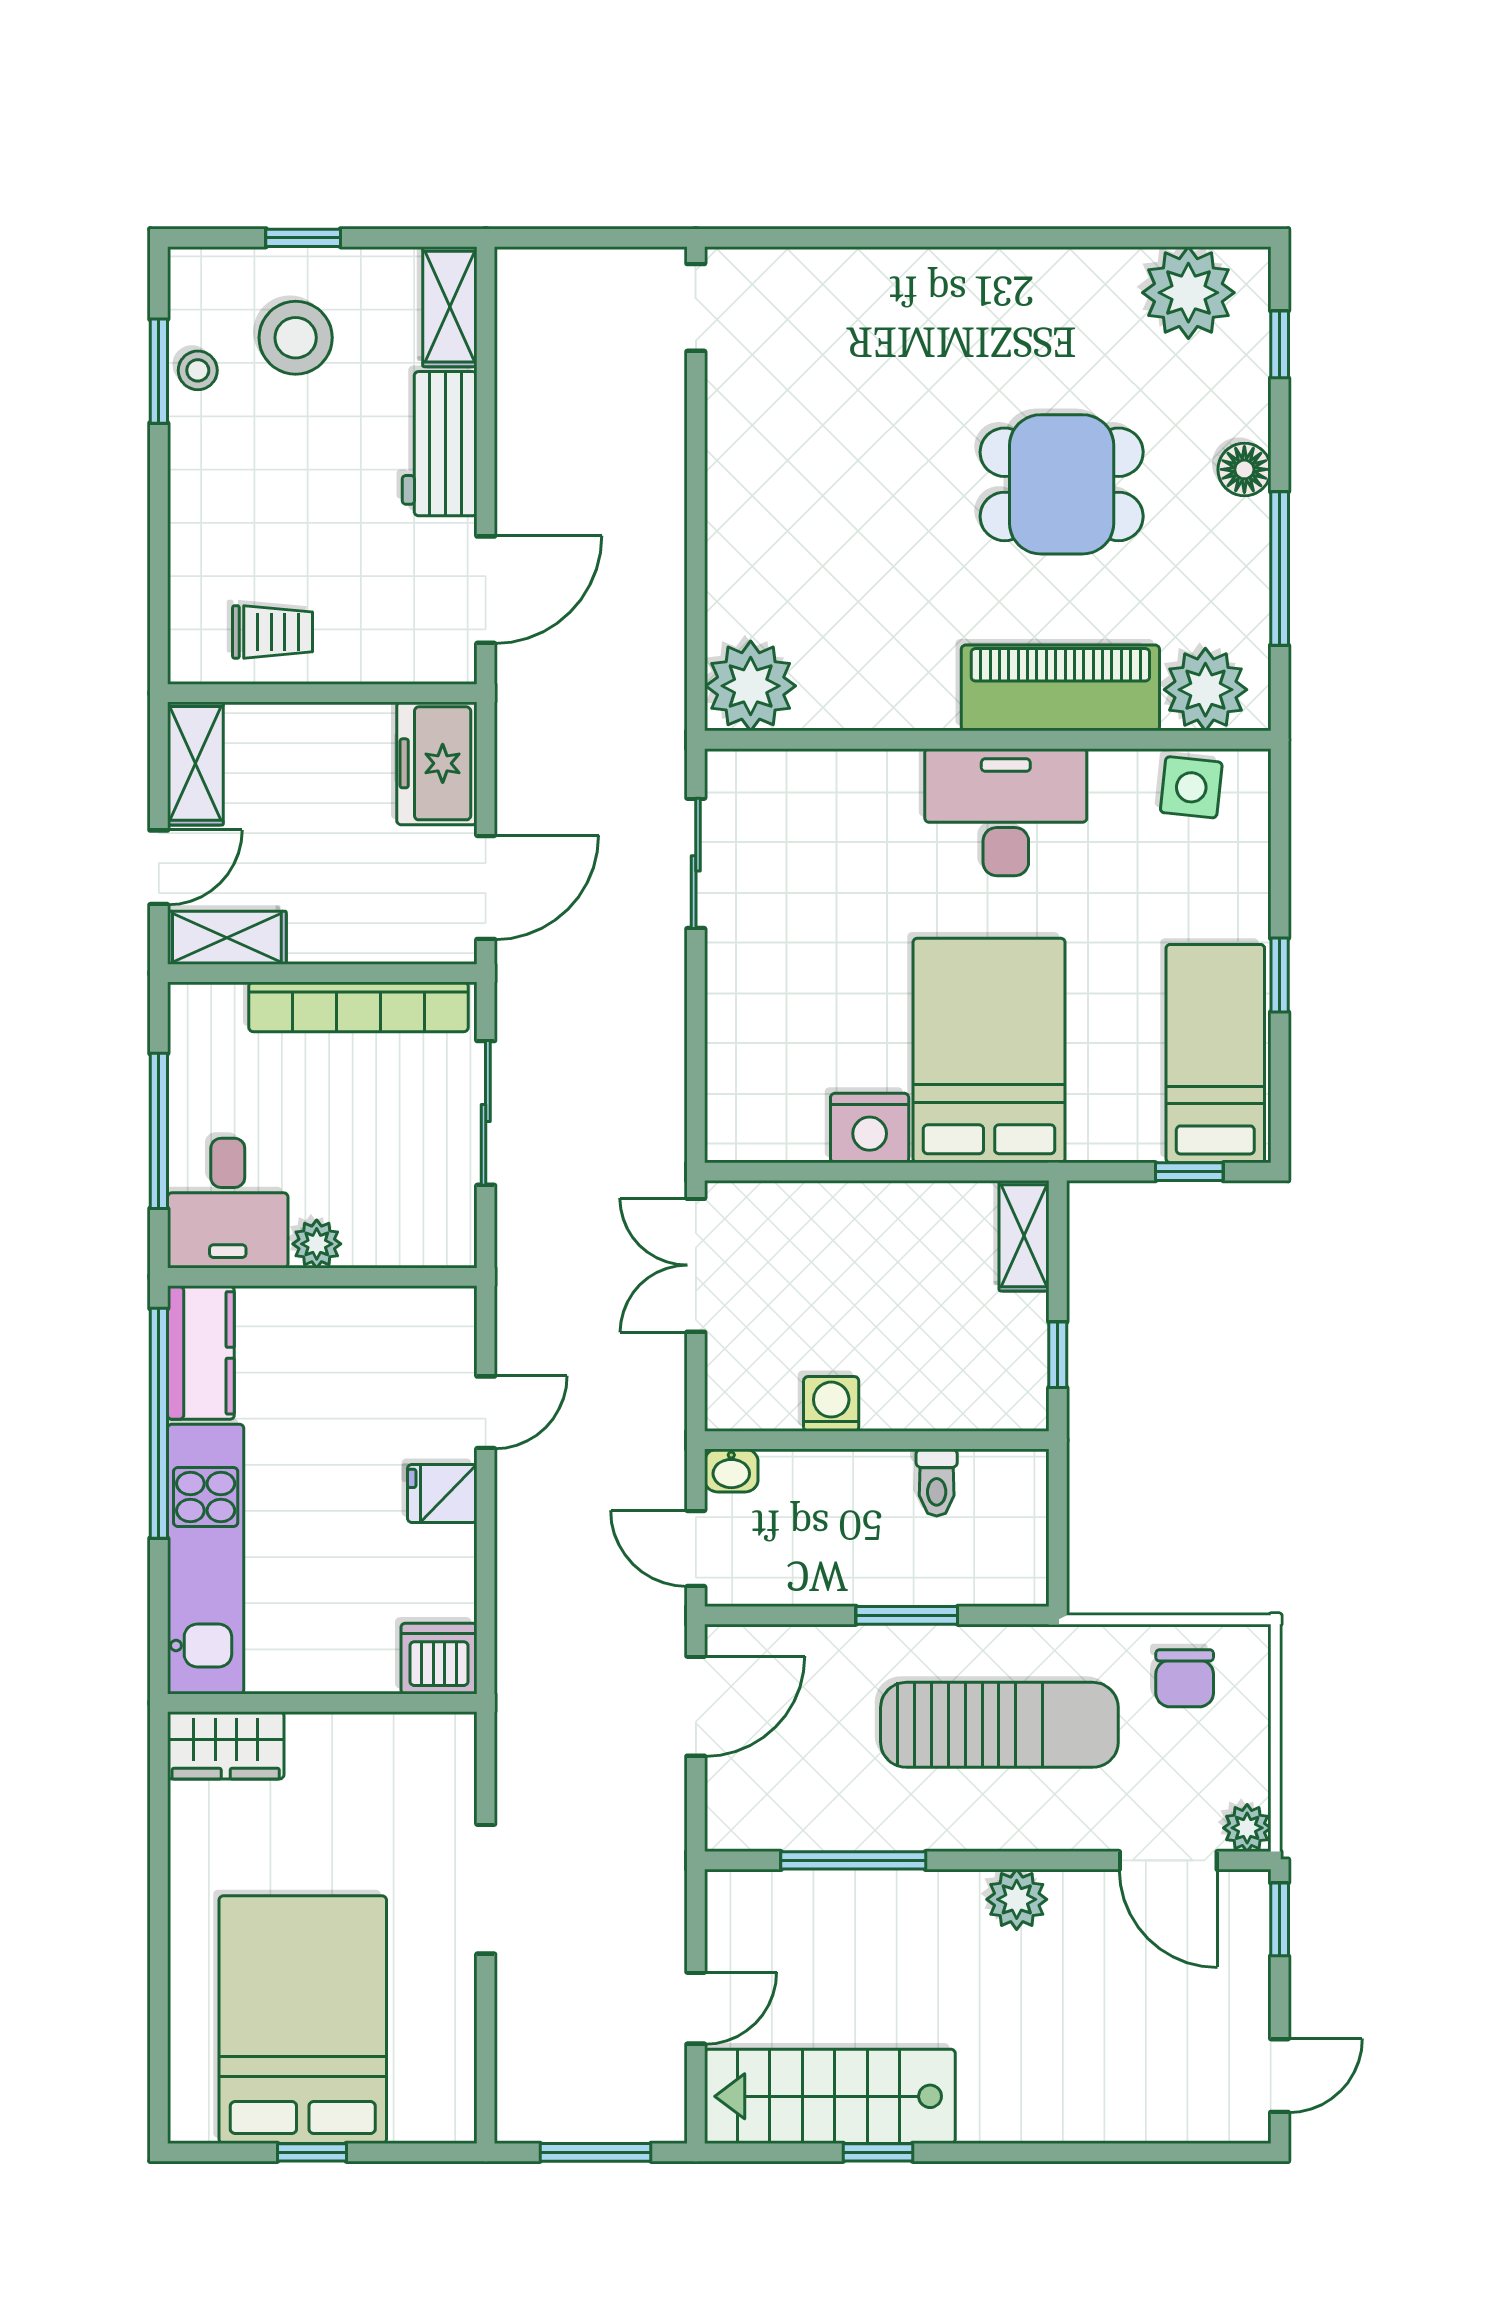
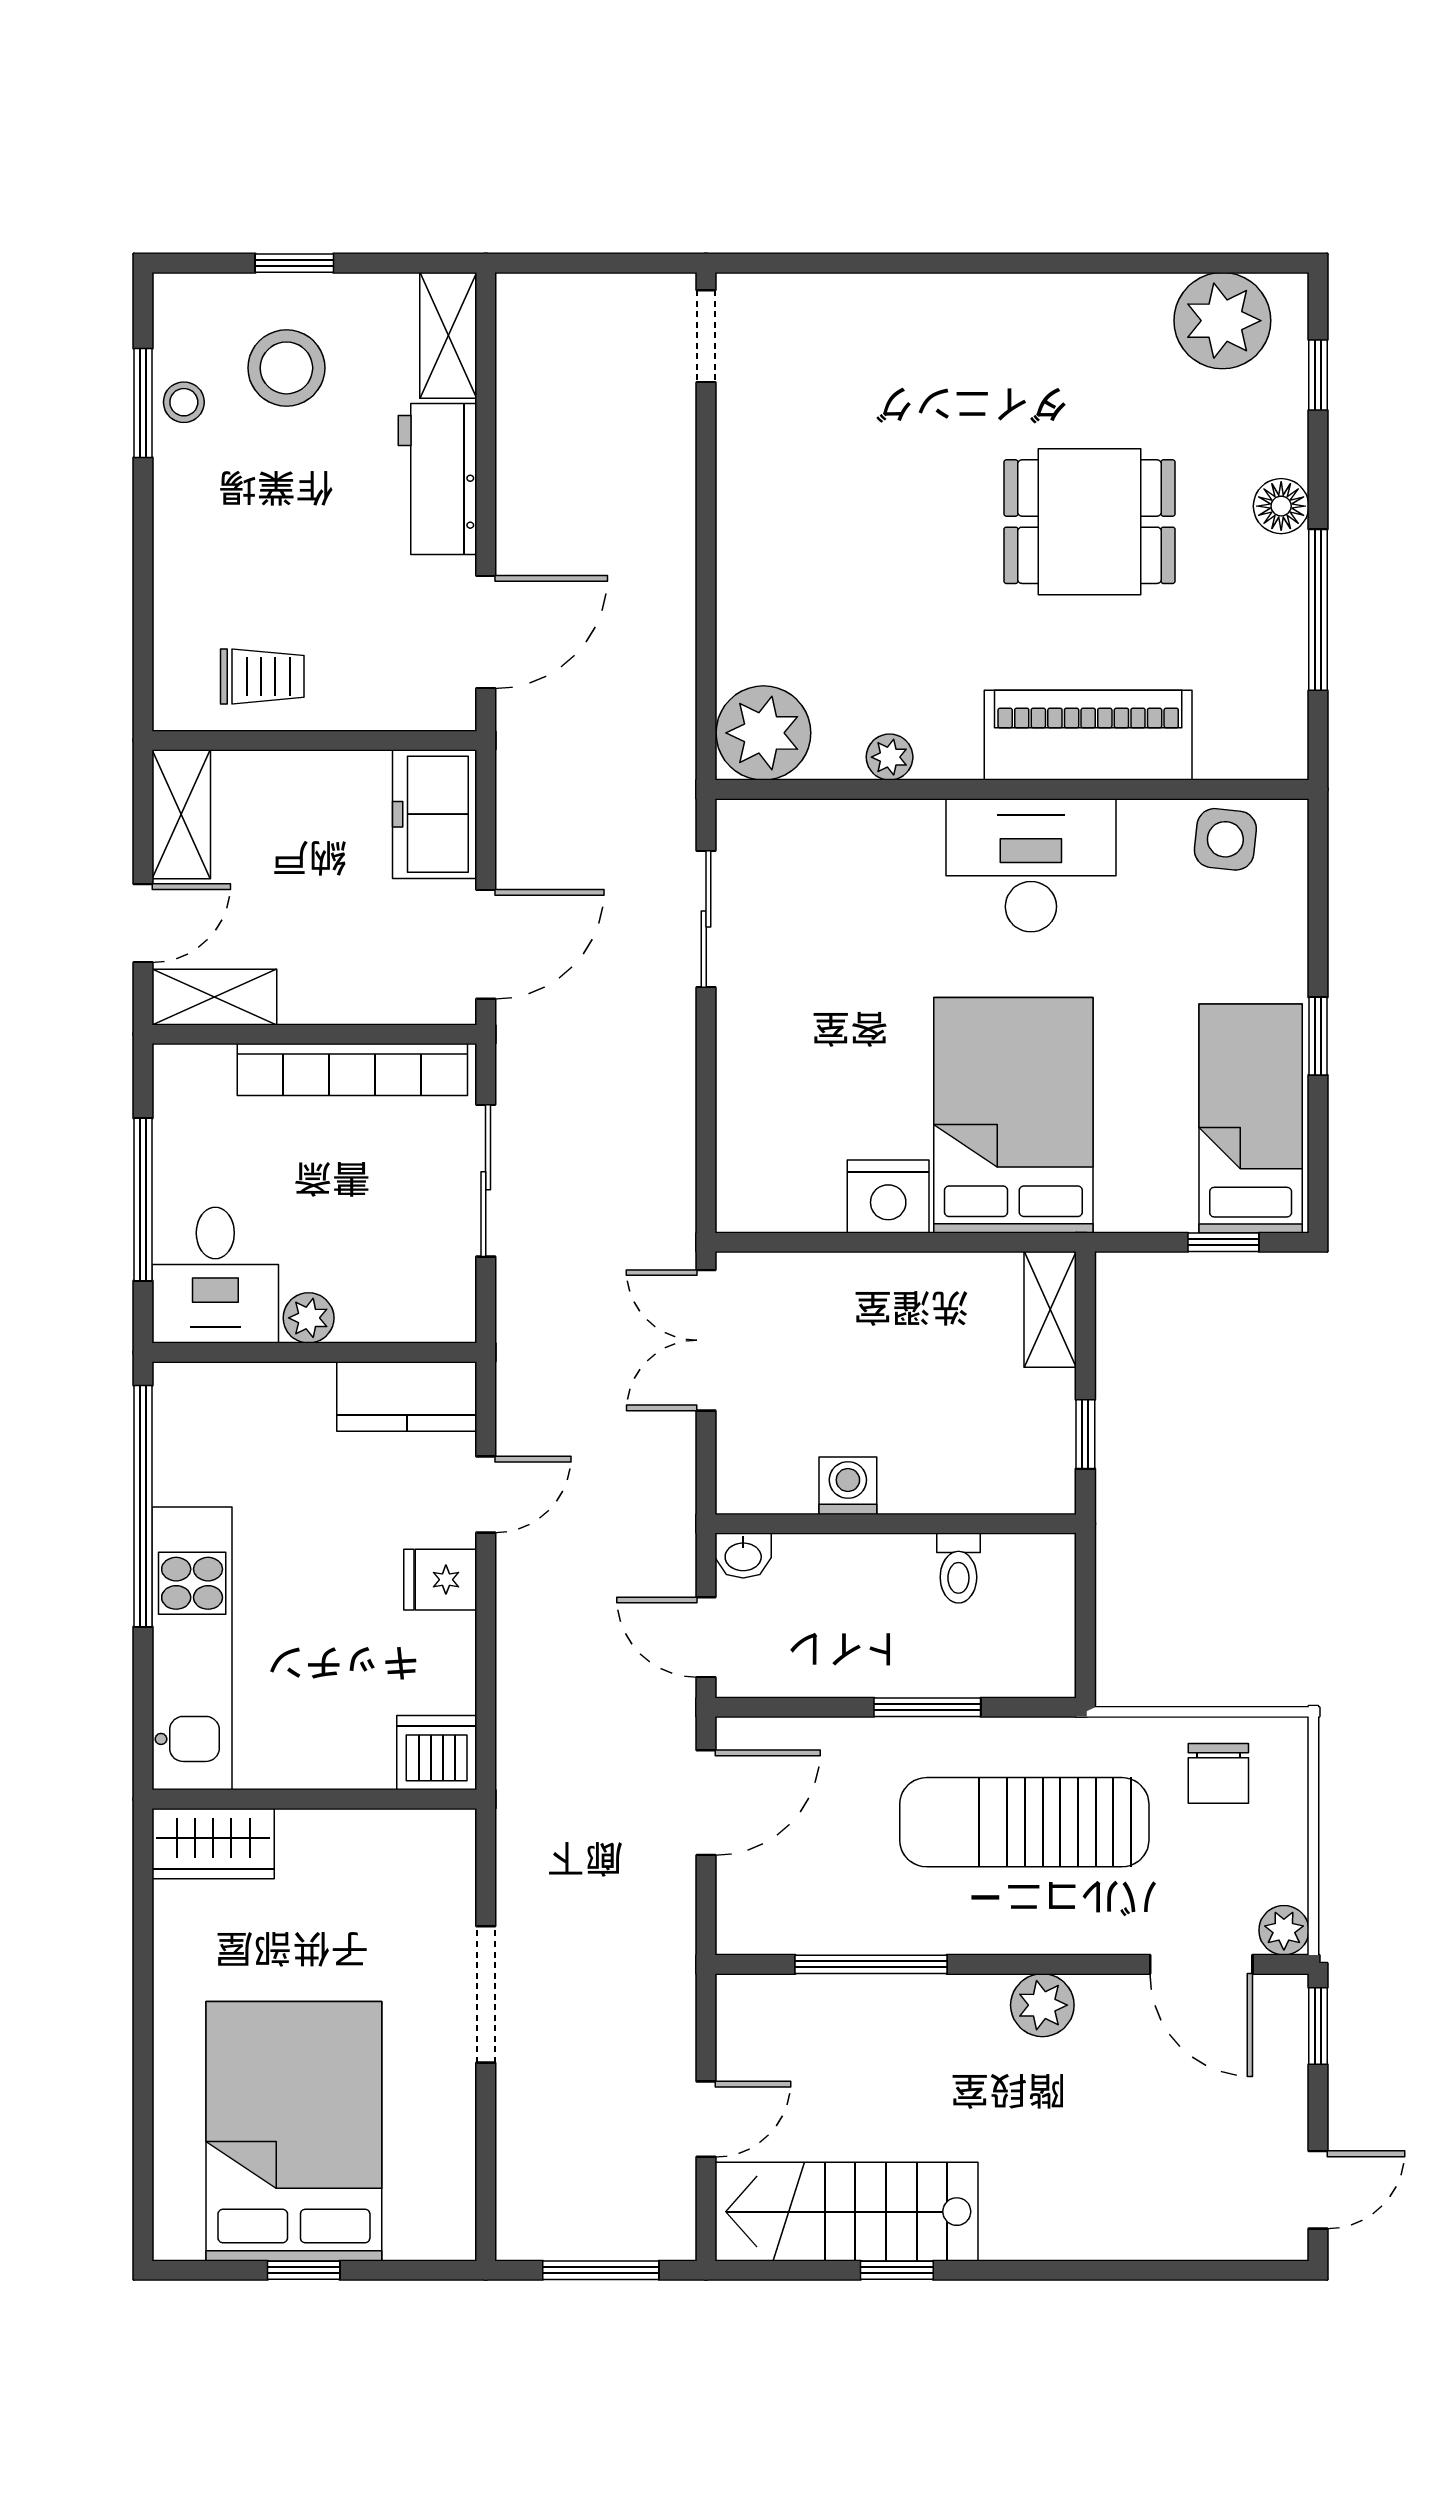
plant: (1205, 690) -> (890, 757), moved, width x0.53, depth x0.53
kitchen counter: (201, 1353) -> (407, 1396), moved, turned 90
sun lounger: (999, 1725) -> (1024, 1822), turned 180

